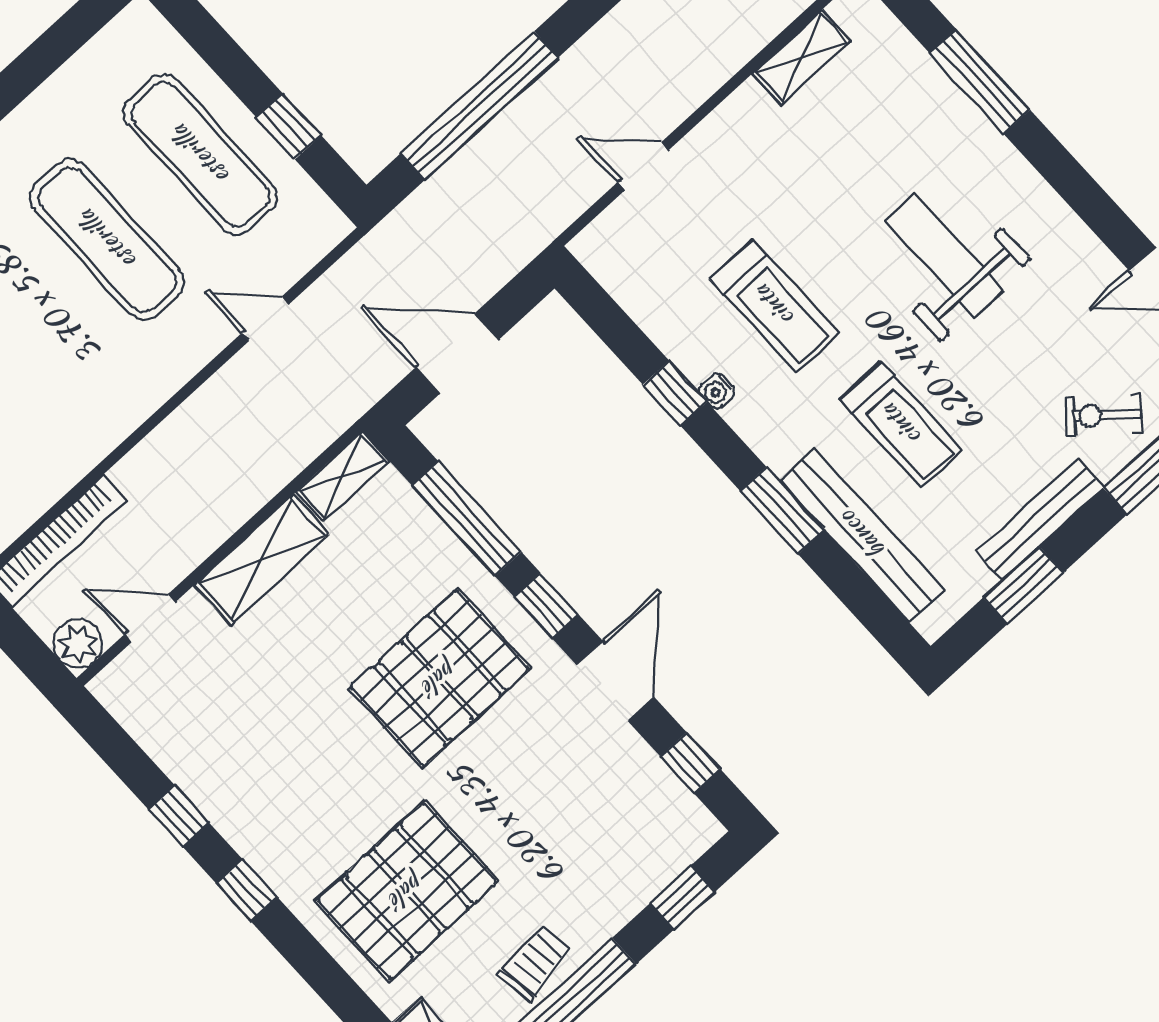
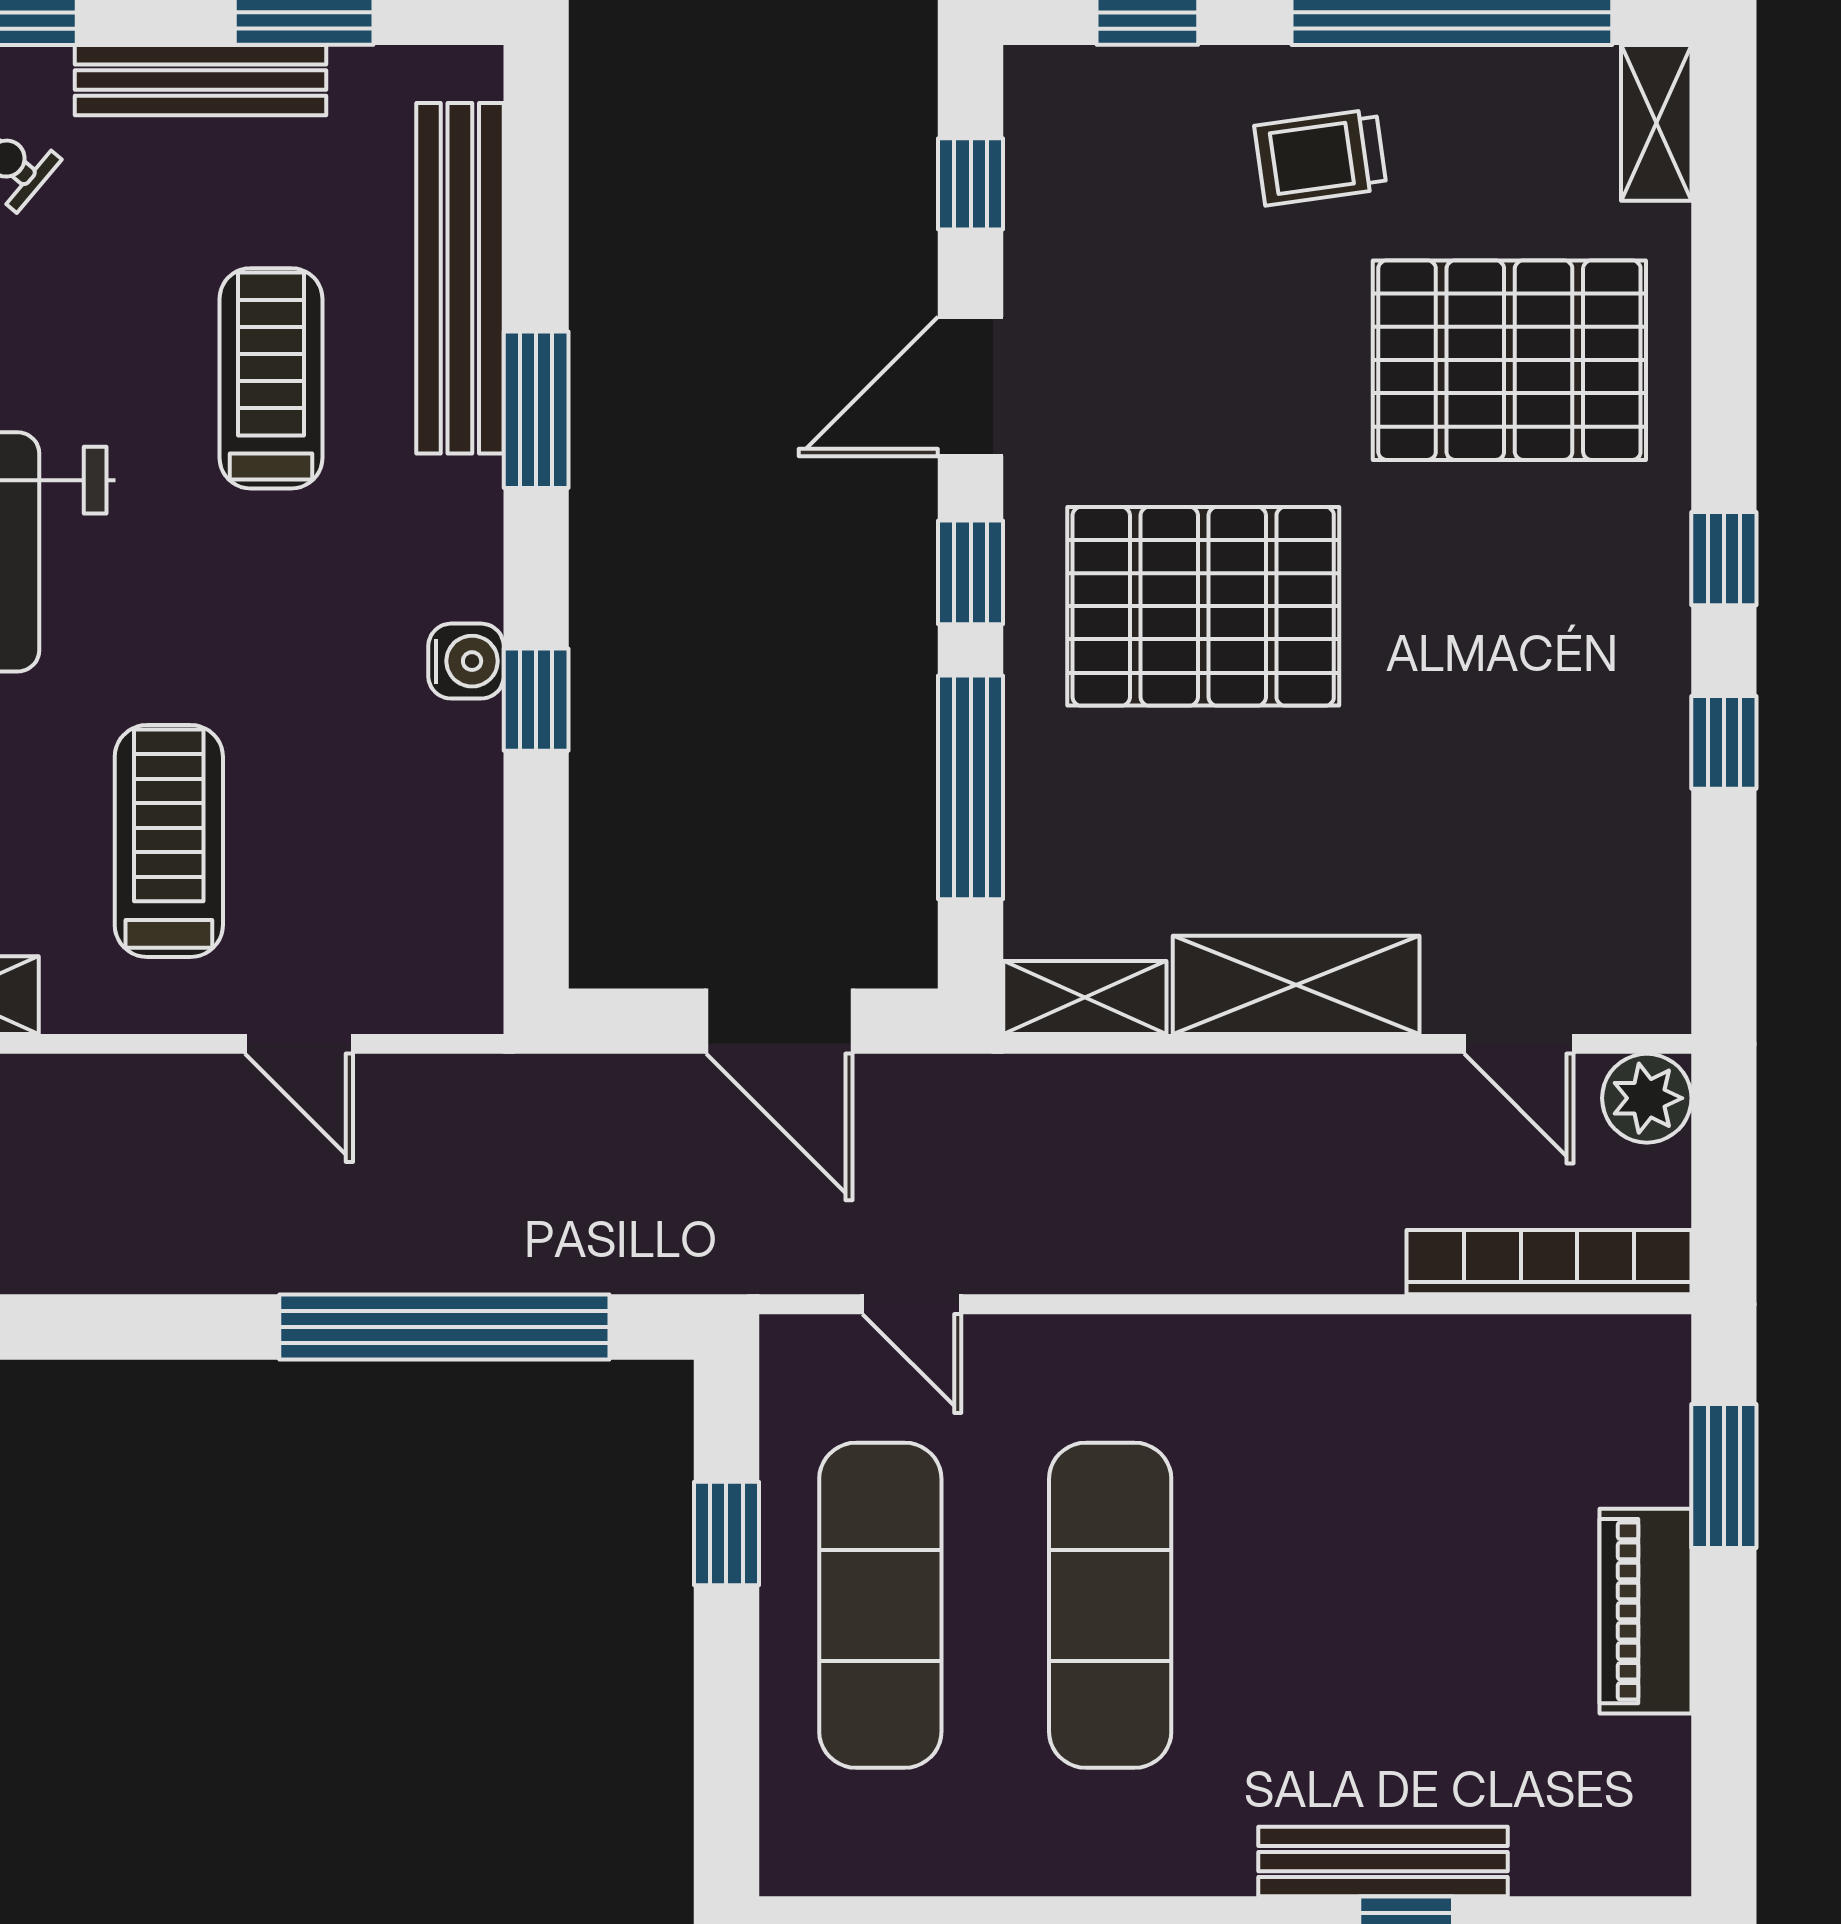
treadmill: (774, 306) -> (169, 841), moved
door: (265, 319) -> (912, 1304), moved
water cooler: (717, 391) -> (466, 661), width x1.38, depth x1.38
trolley: (535, 963) -> (1320, 157), moved

